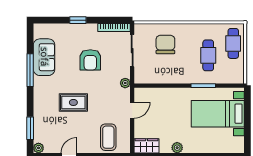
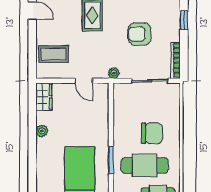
chair: (165, 44) -> (152, 133), moved
cafe table: (208, 55) -> (145, 165), width x1.37, depth x1.35

